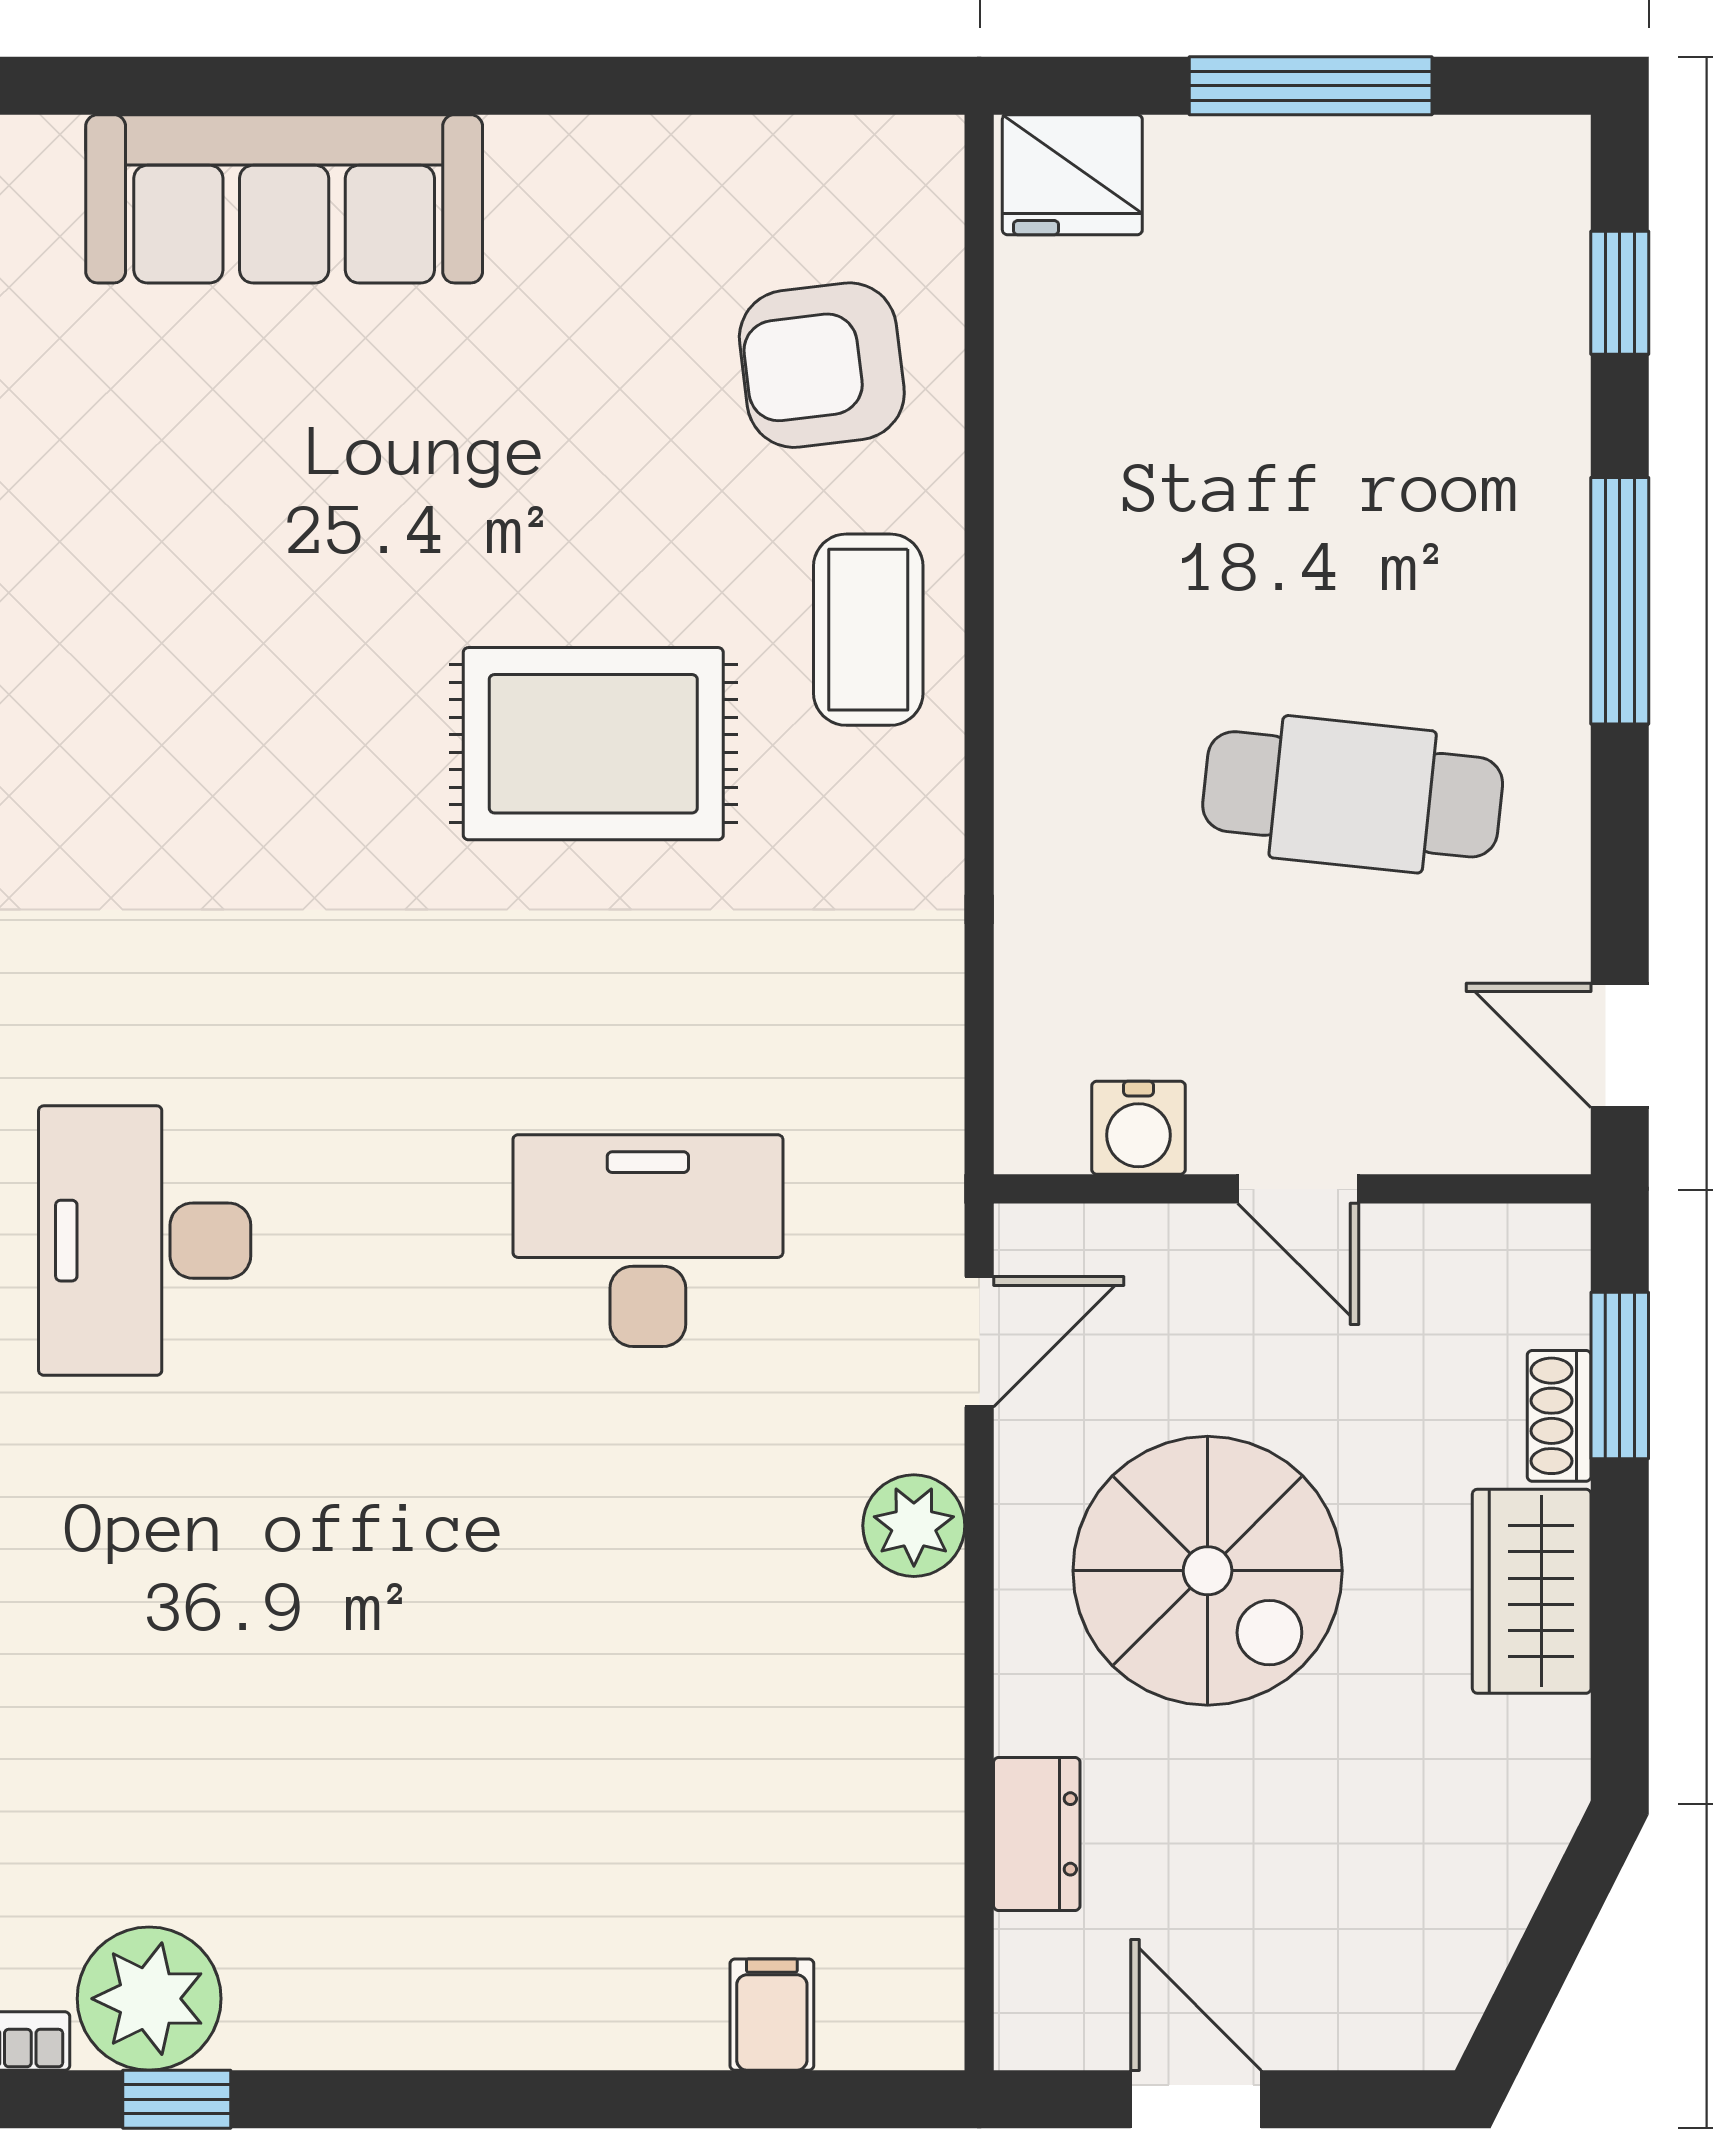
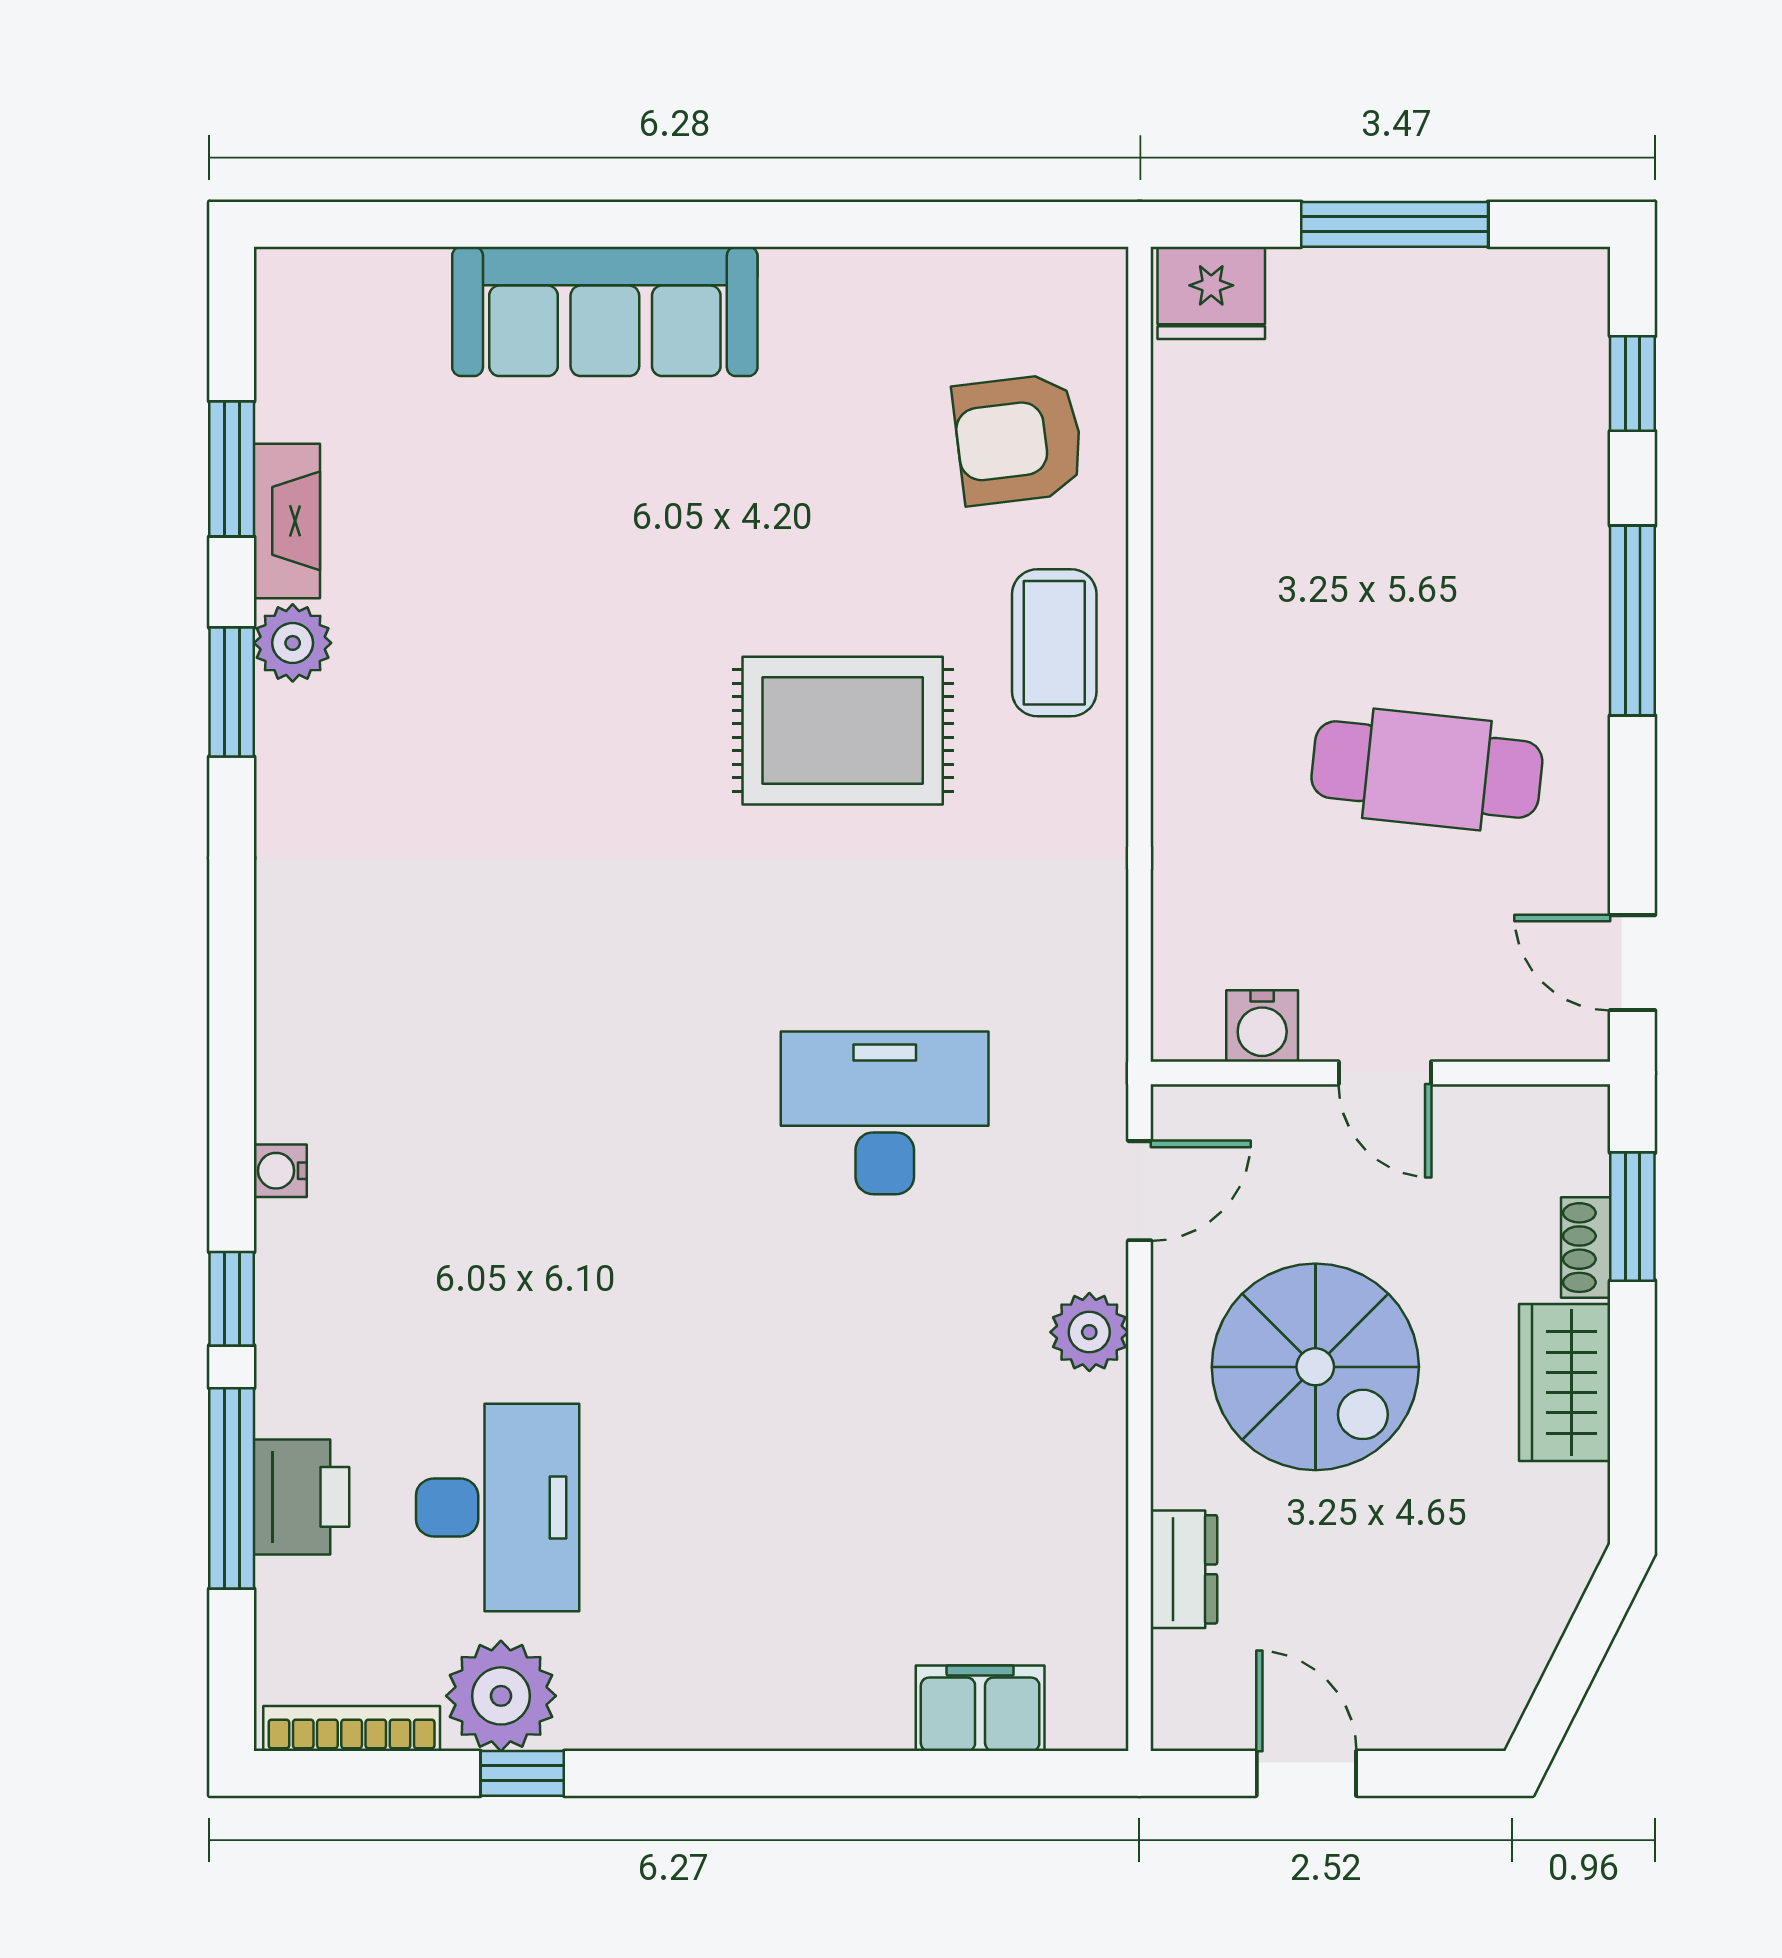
desk: (145, 1241) -> (498, 1507), moved, turned 180
filing cabinet: (772, 2015) -> (980, 1708), width x2.00

